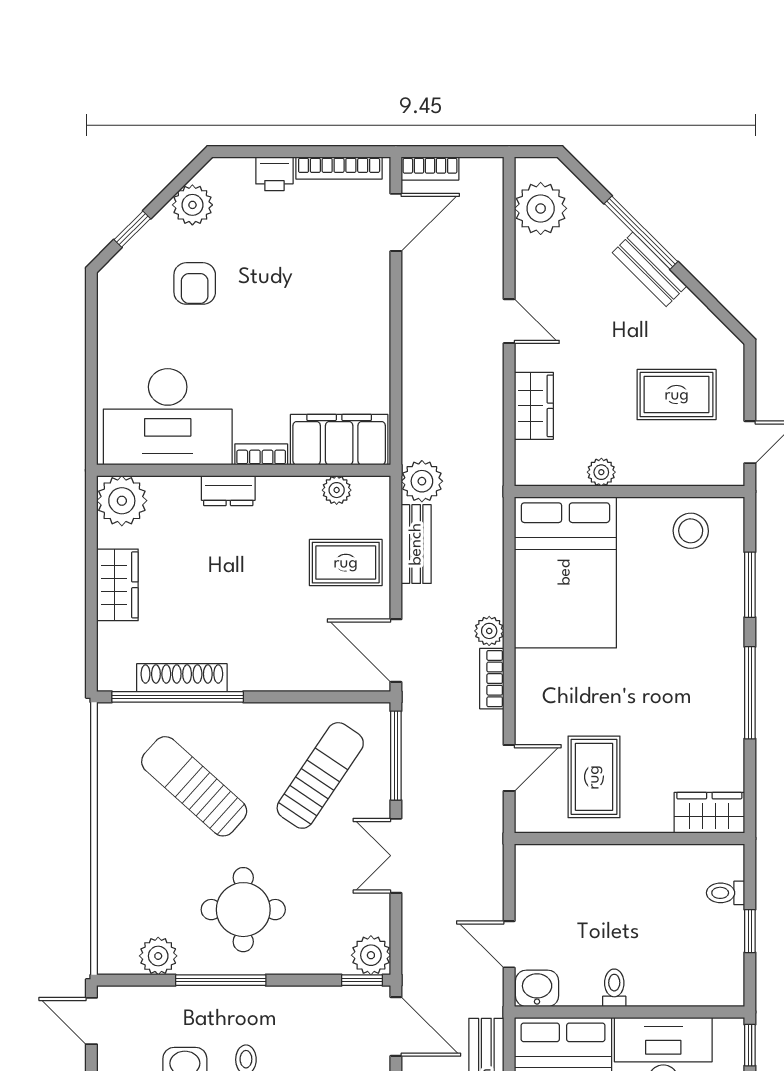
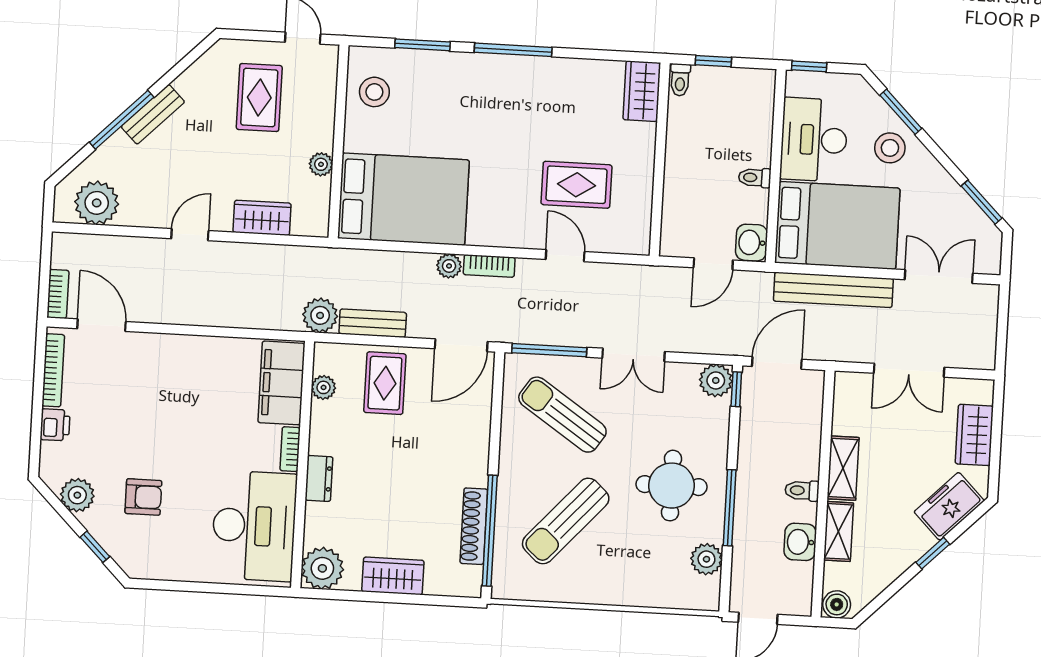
wardrobe: (709, 813) -> (642, 91), moved
wall: (630, 838) -> (660, 159), moved

